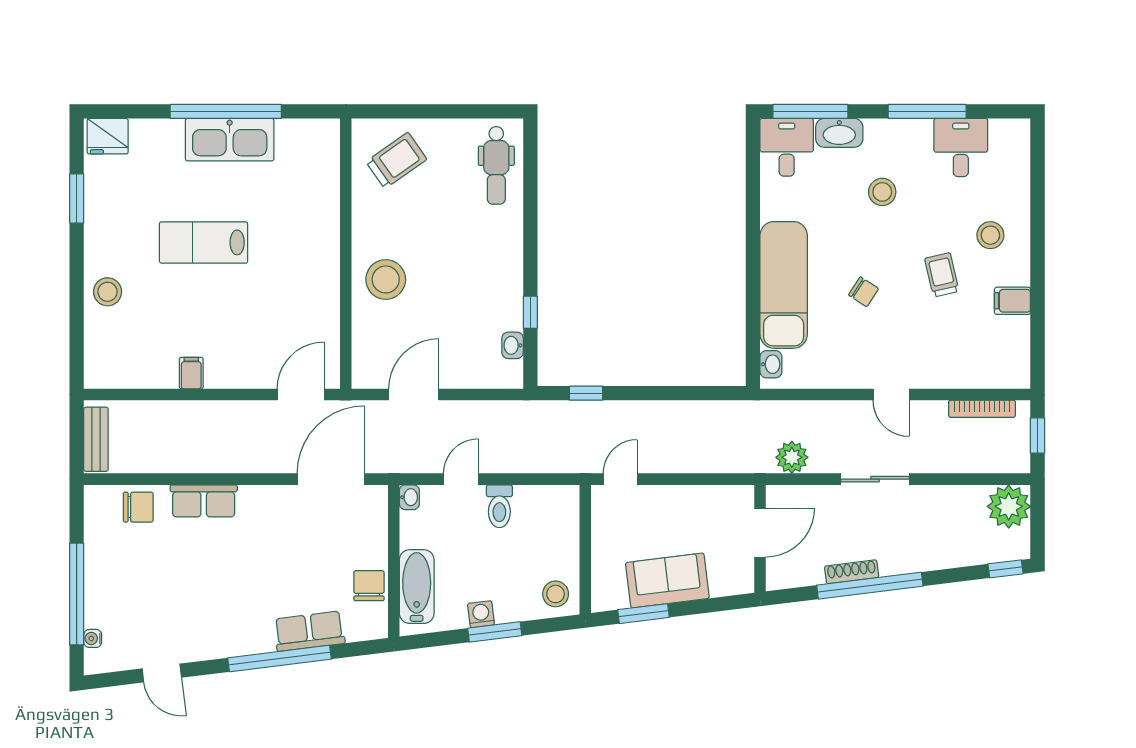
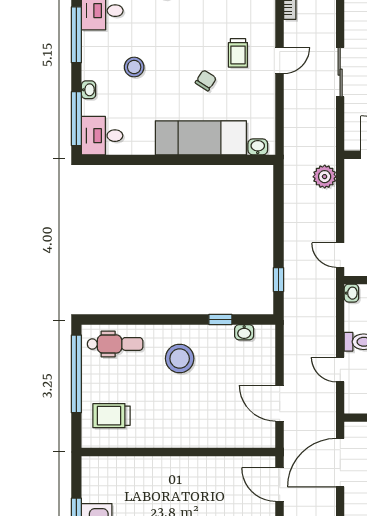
window: (455, 111) -> (76, 374), added
washbasin: (839, 133) -> (89, 90), width x0.52, depth x0.69
trolley: (396, 160) -> (112, 416), turned -55
trolley: (942, 275) -> (238, 53), moved, turned -77
stool: (386, 279) -> (180, 359), moved
plant: (792, 457) -> (325, 177), moved
door: (331, 479) -> (340, 463), hinge flipped
washbasin: (409, 497) -> (351, 293), moved, turned 90

